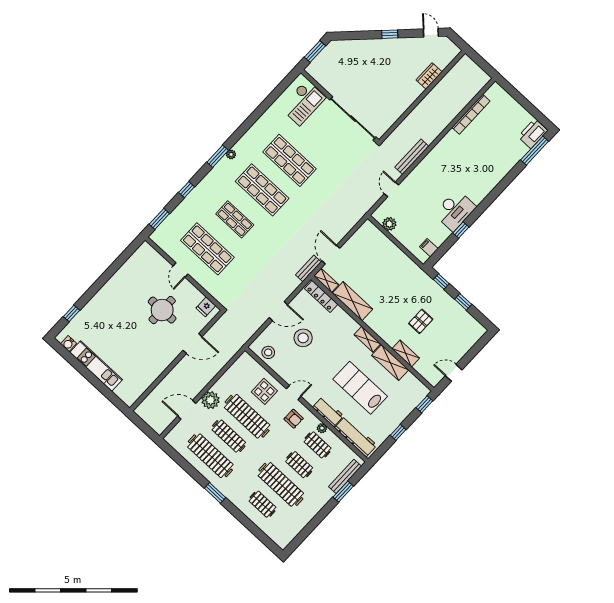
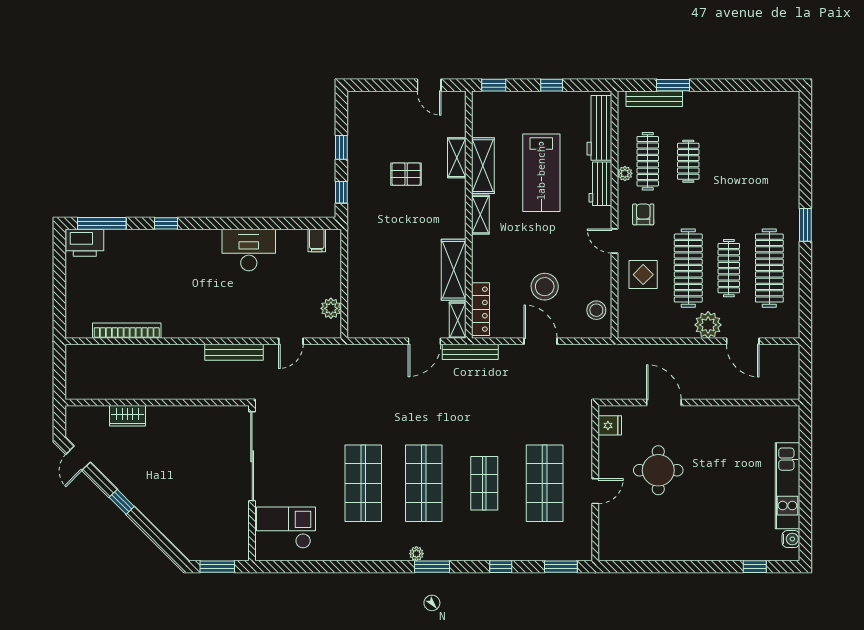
window: (461, 230) -> (166, 223), moved
bench: (308, 268) -> (470, 352), width x1.36
clothes rail: (318, 445) -> (648, 161), width x1.36
clothes rail: (281, 484) -> (729, 161), removed
clothes rail: (262, 504) -> (769, 161), removed

